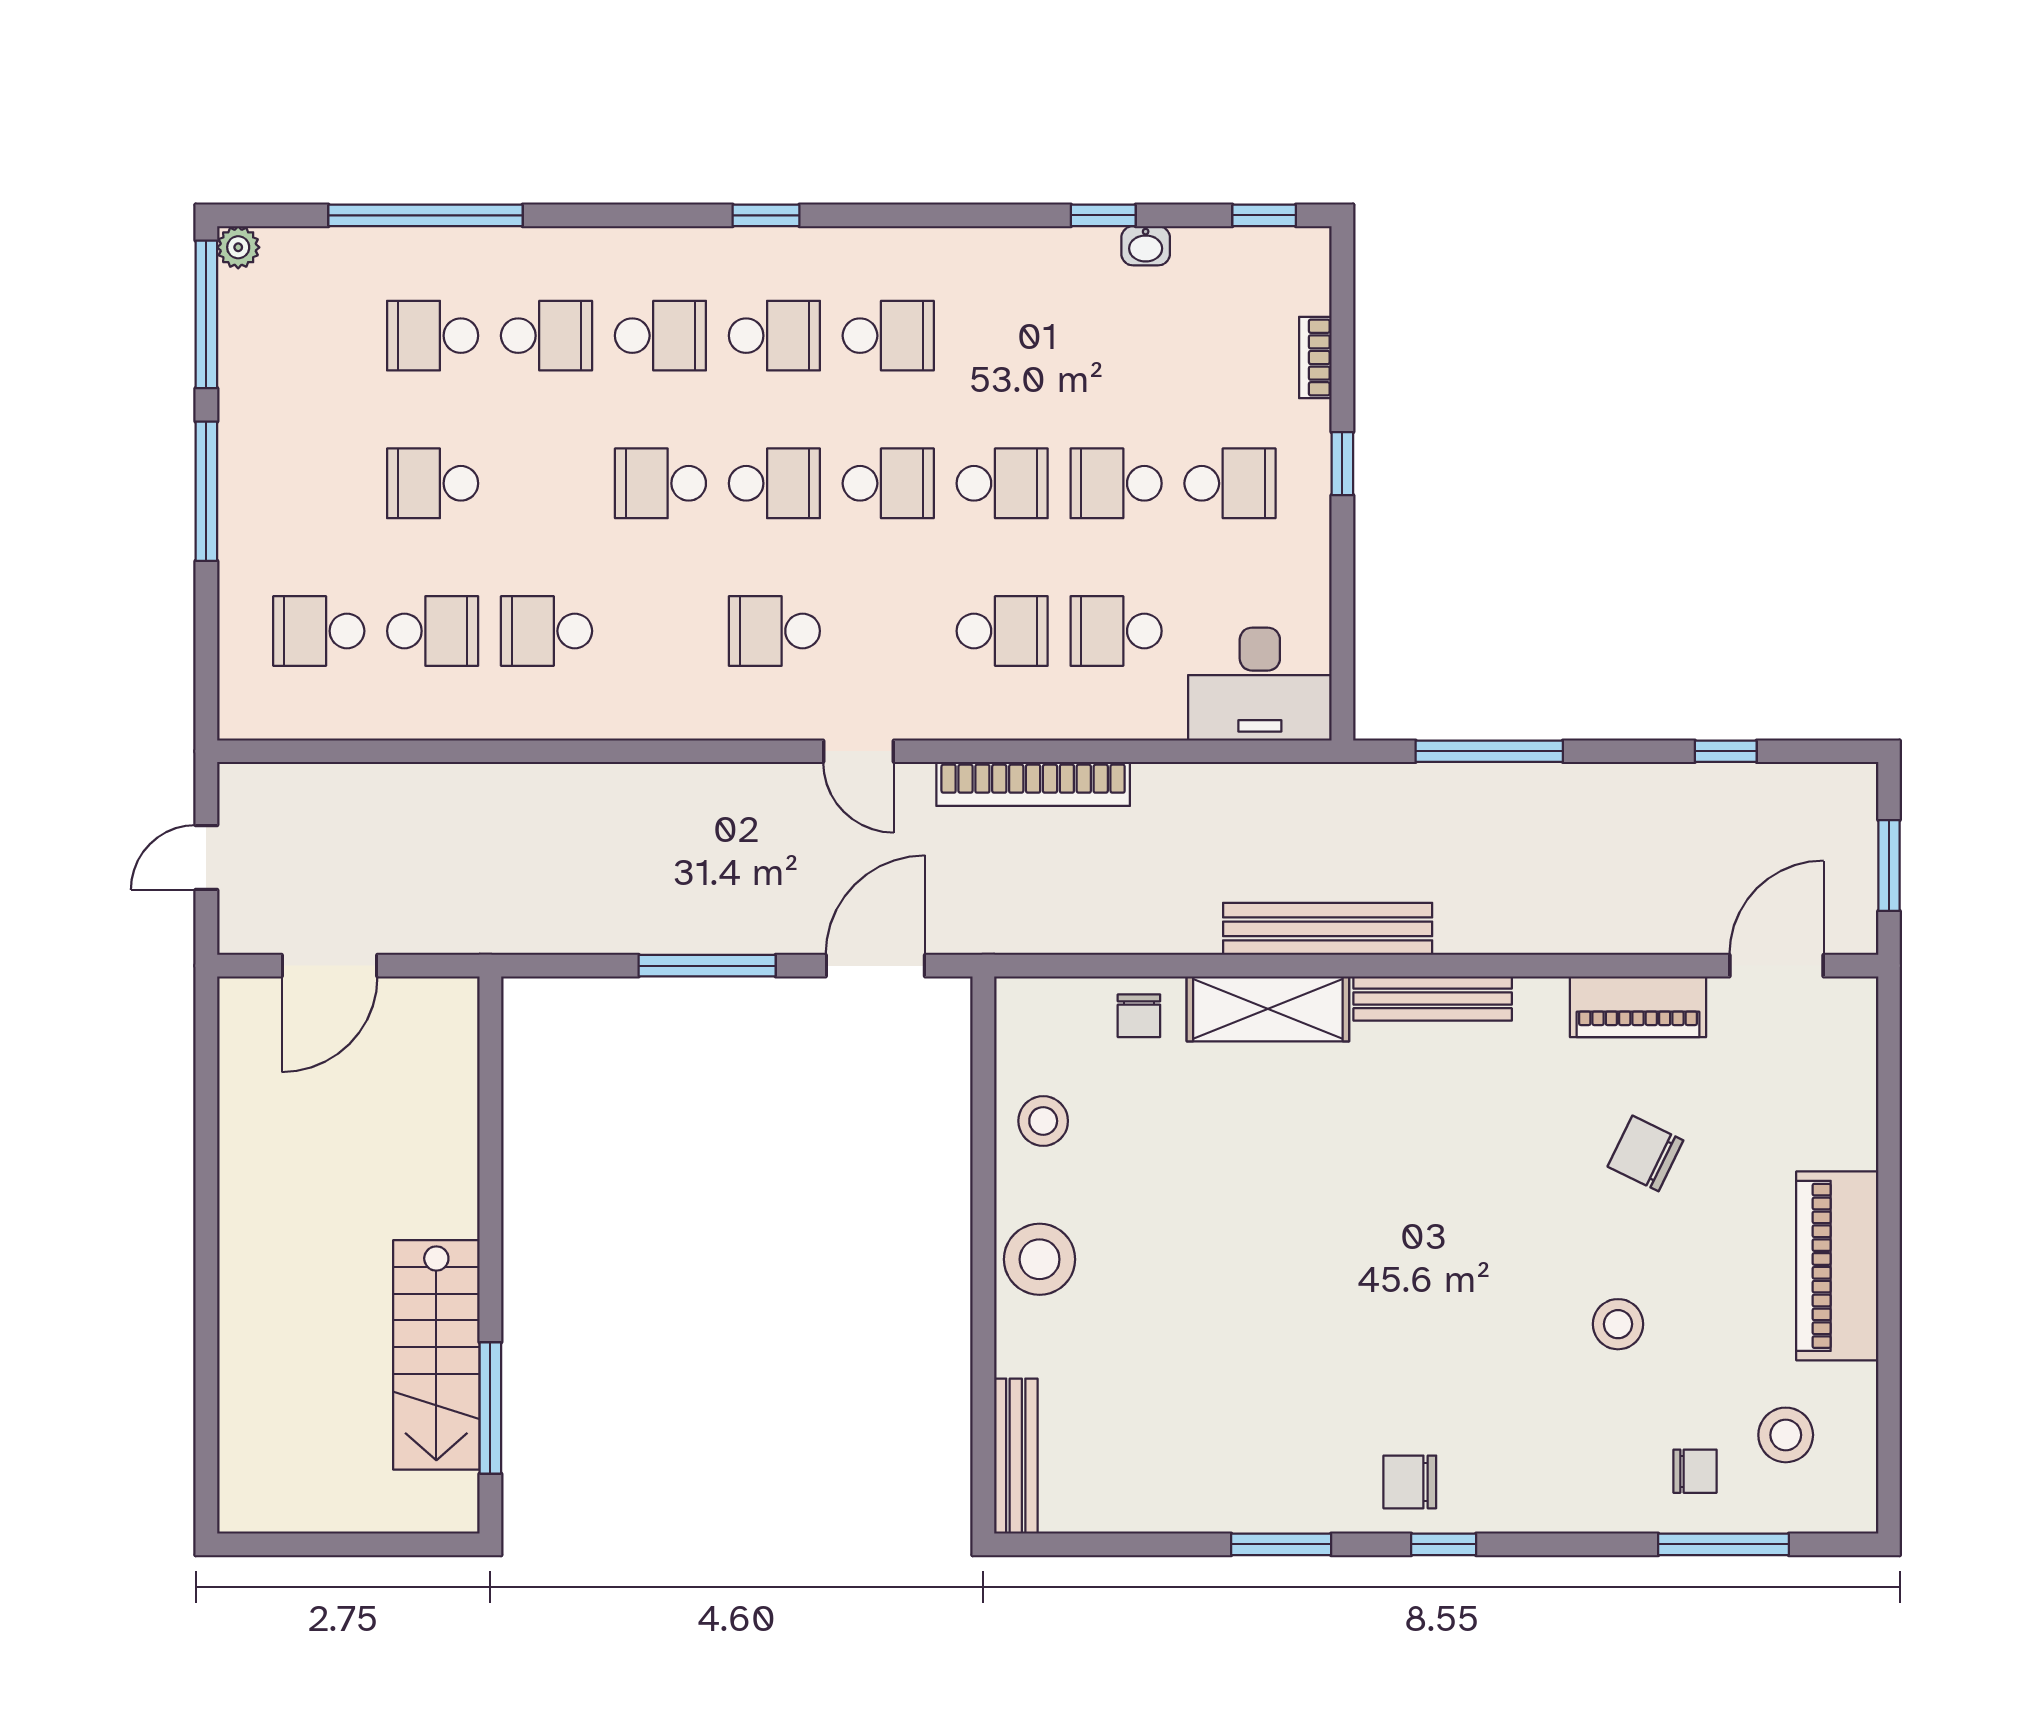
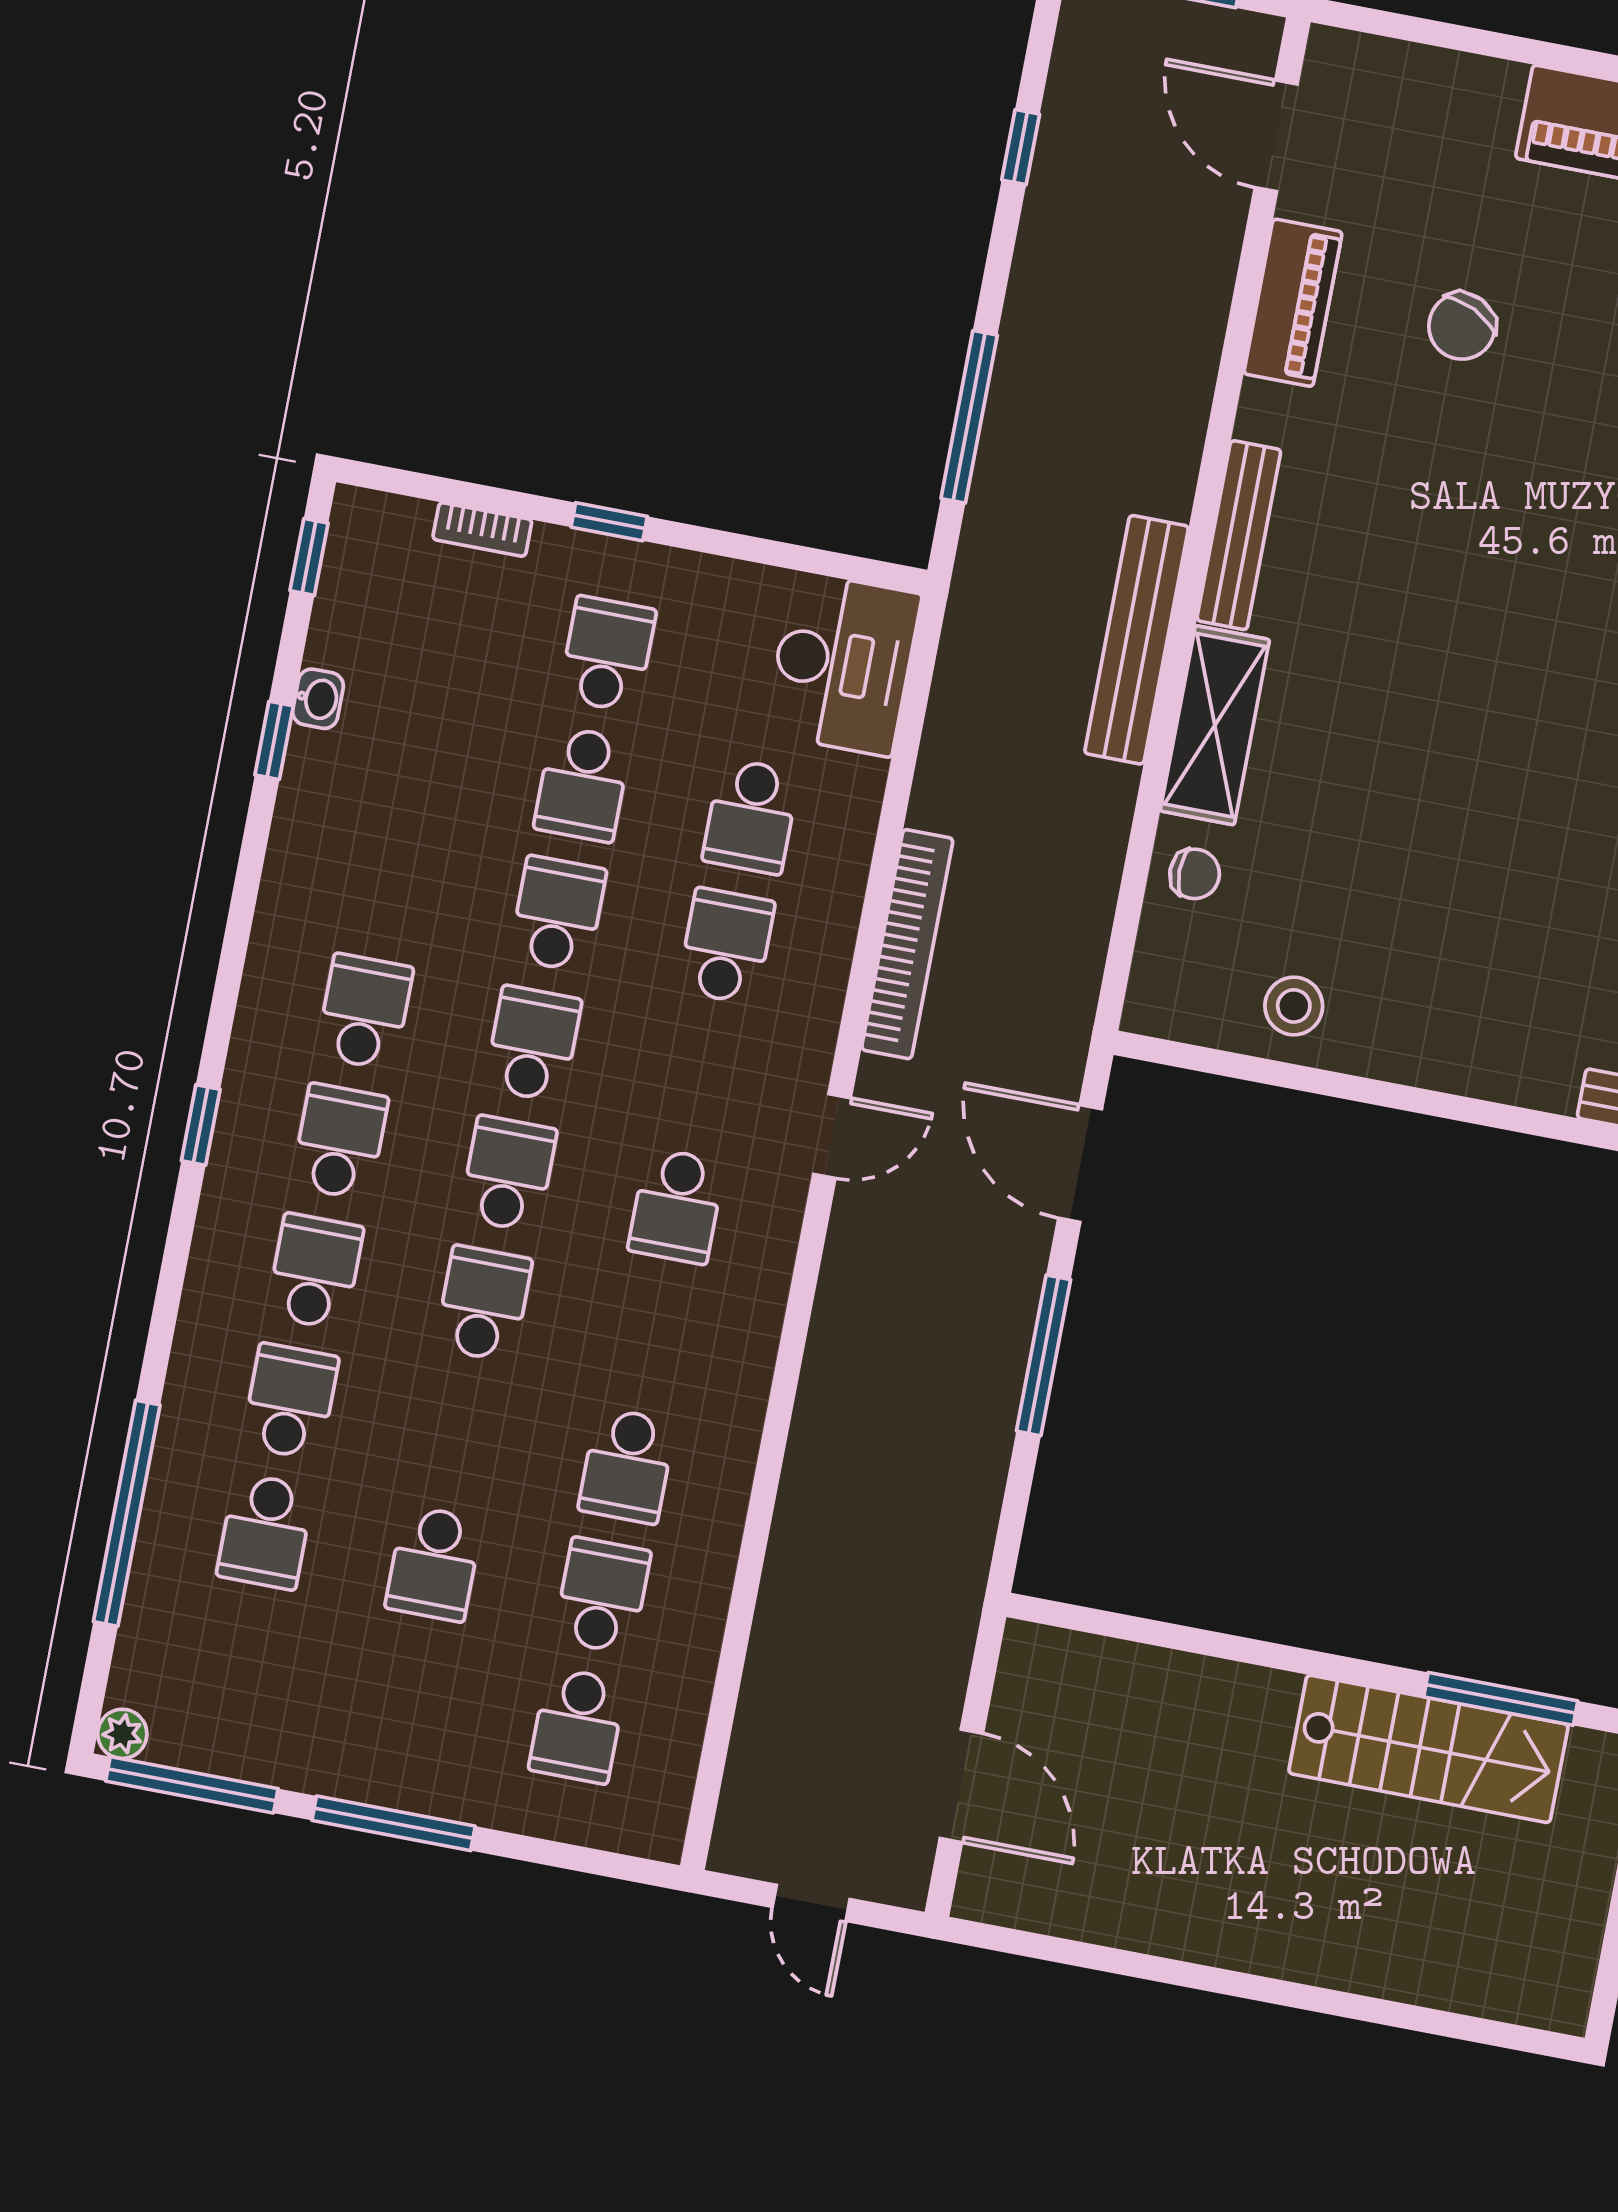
school desk: (660, 483) -> (483, 1304), turned 180
stool: (1040, 1259) -> (1451, 1040), removed

